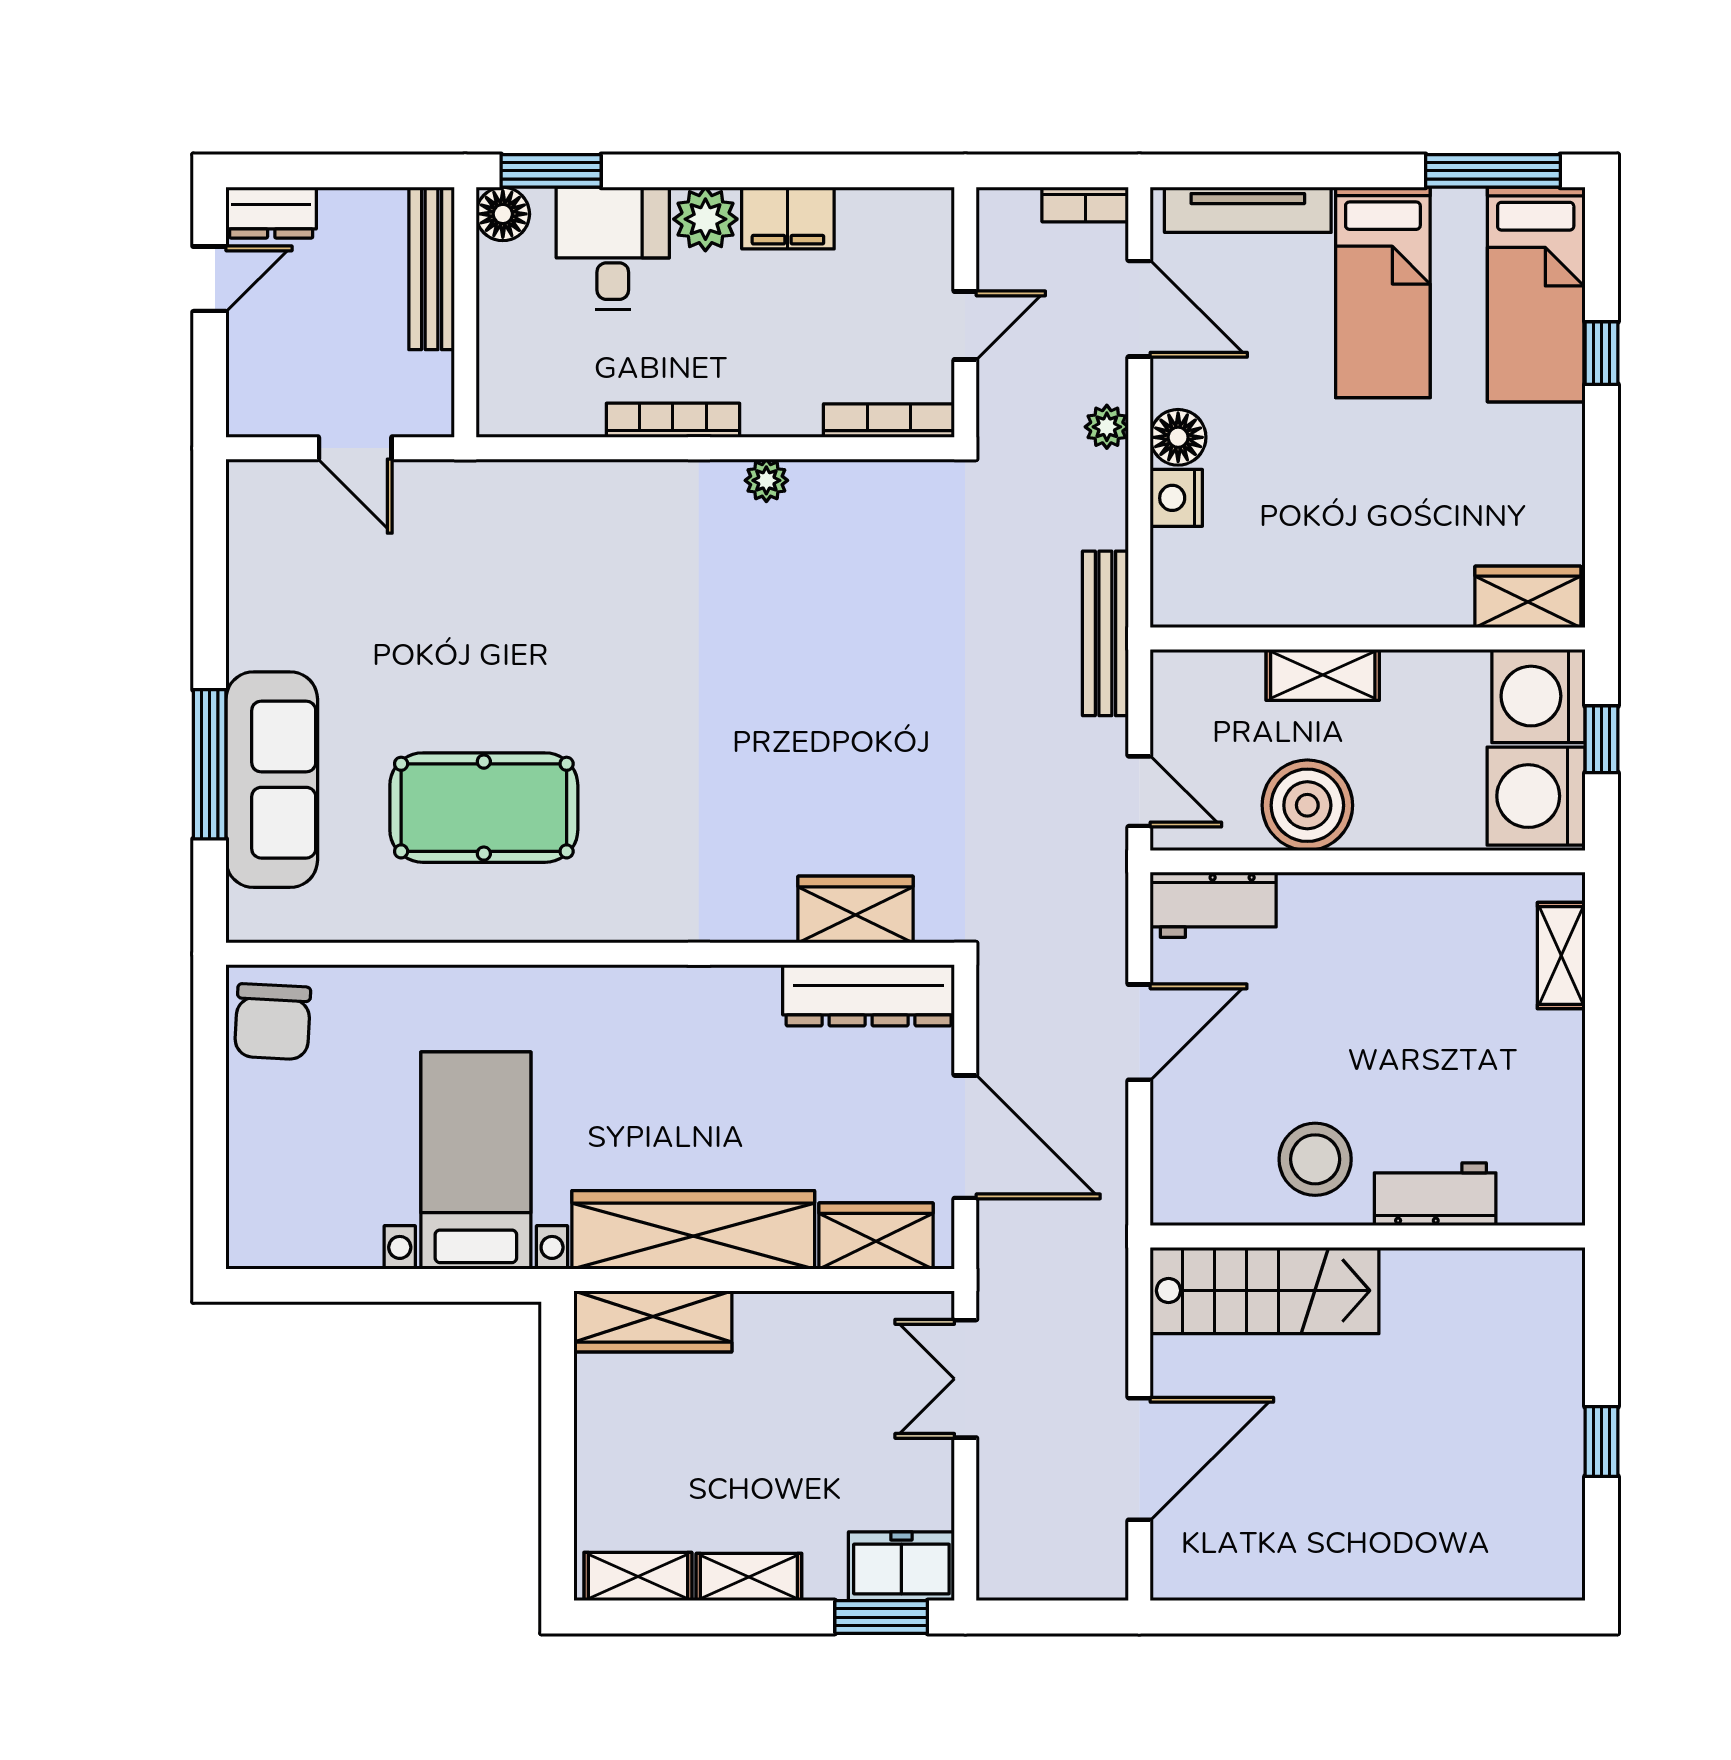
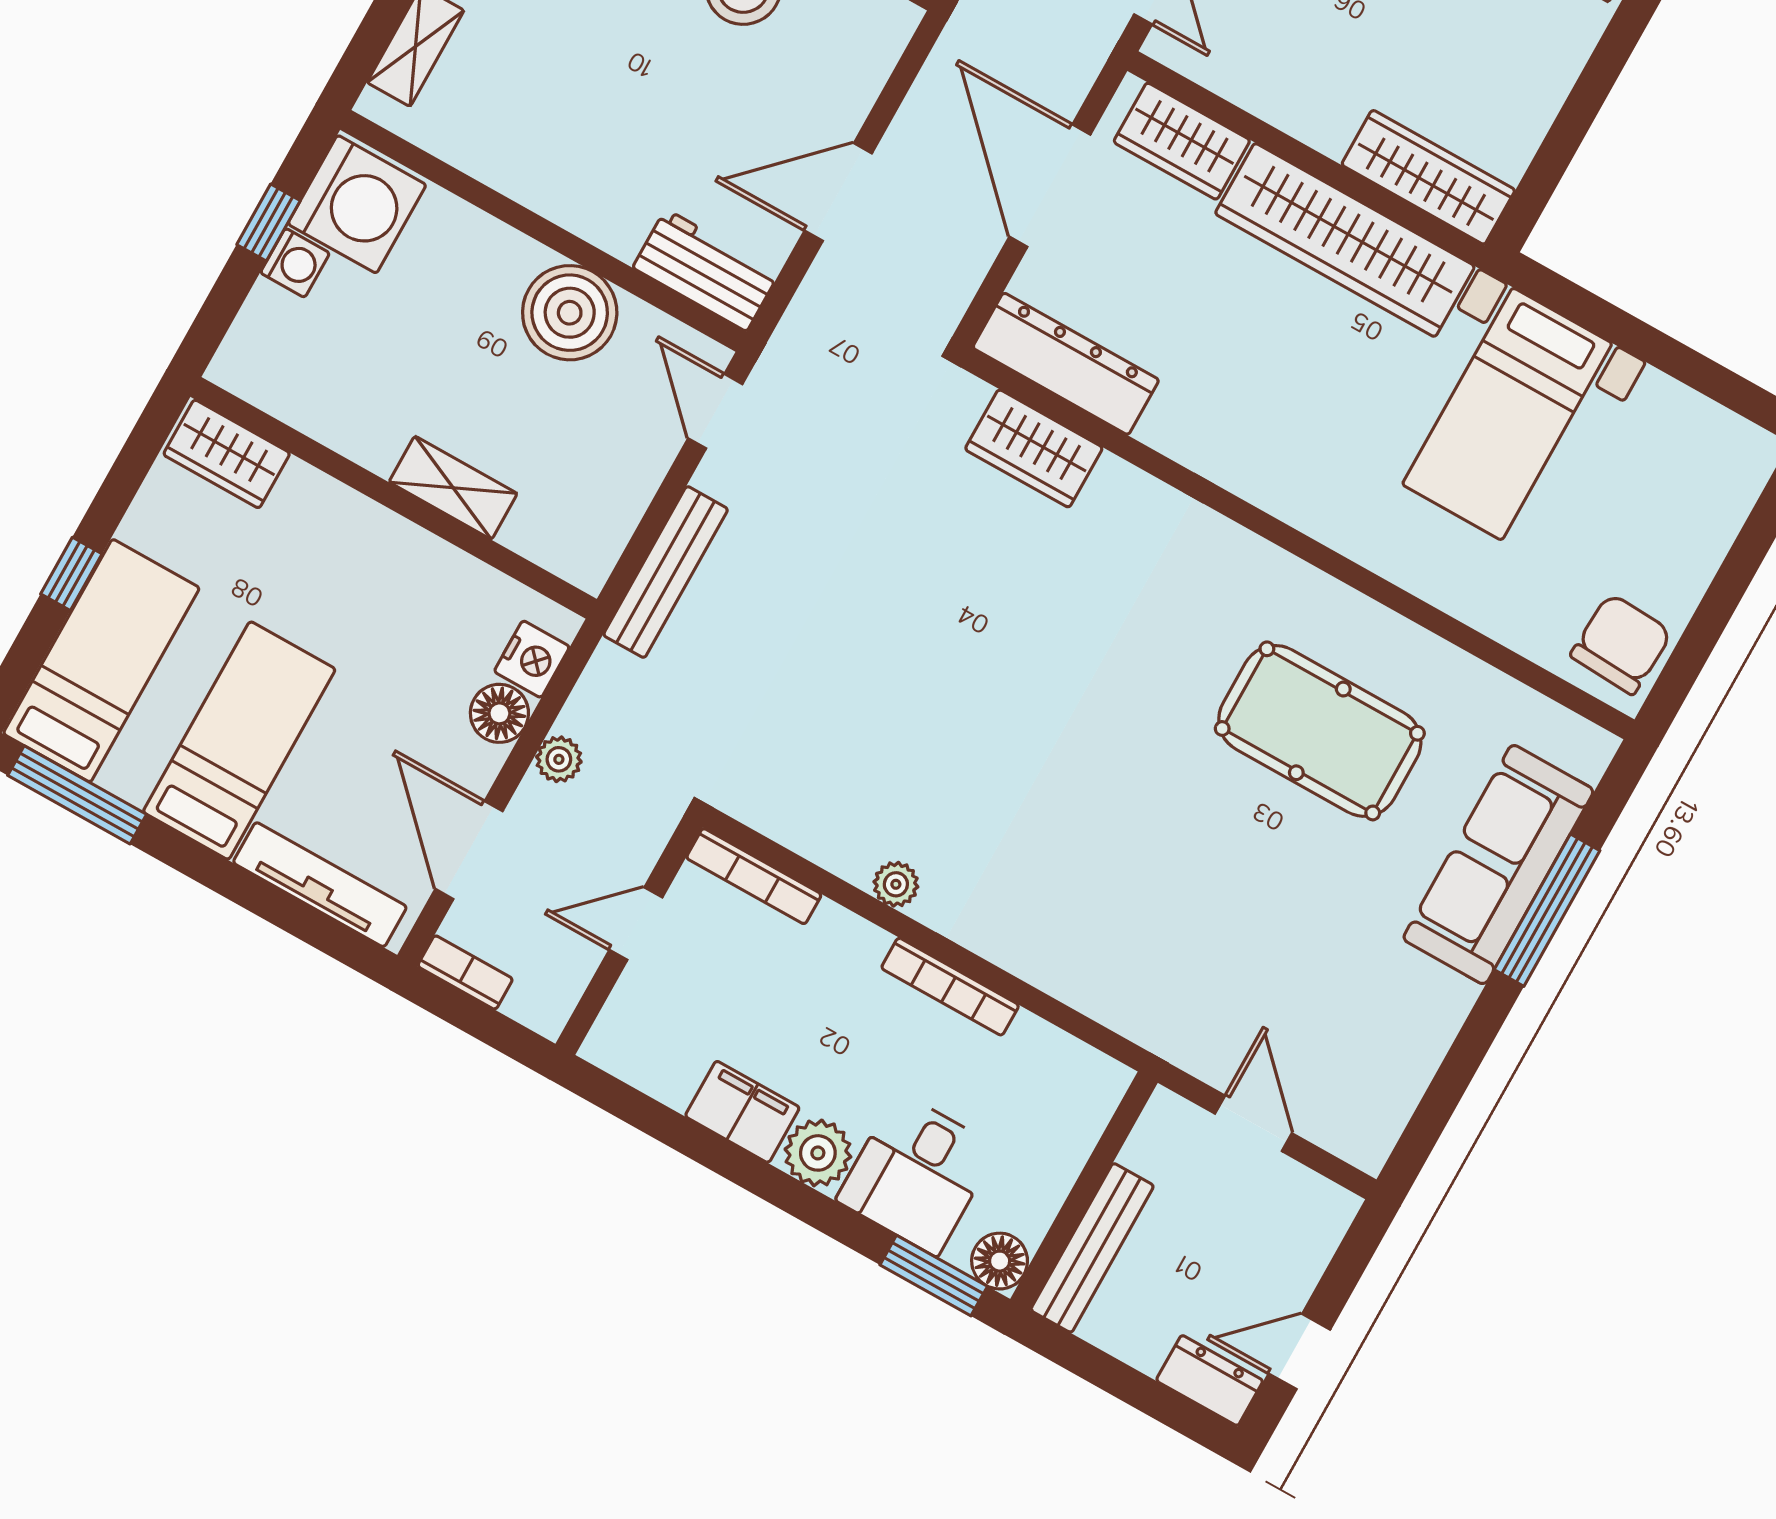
wardrobe: (1528, 597) -> (227, 454), moved
wall: (1368, 638) -> (394, 498), moved
shelving: (1323, 675) -> (453, 488), moved
washing machine: (1538, 696) -> (295, 263), width x0.53, depth x0.53

